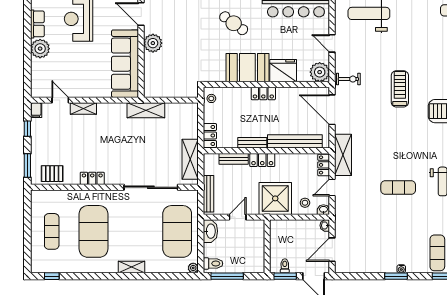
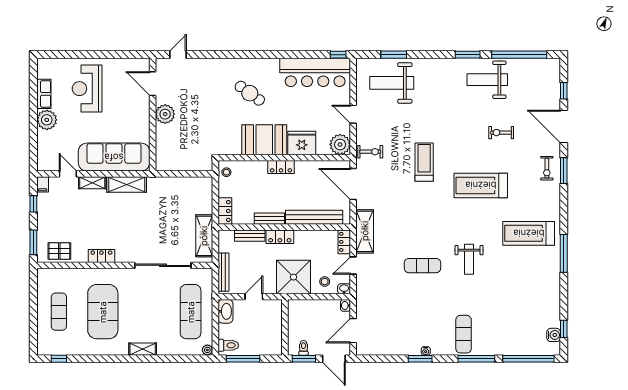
sofa: (125, 64) -> (114, 157), moved, turned 90
shelving: (146, 110) -> (127, 185), moved
exercise mat: (177, 231) -> (191, 312), width x0.68

